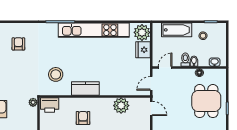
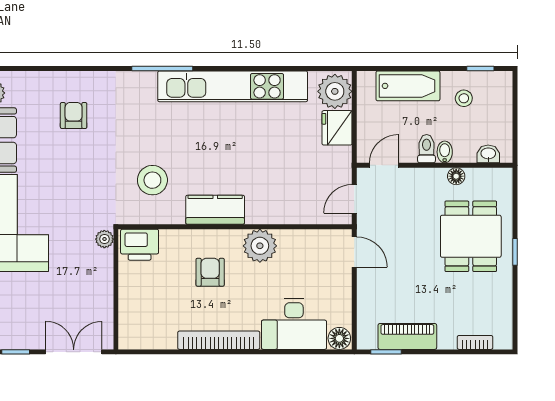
plant: (121, 106) -> (260, 246), moved

